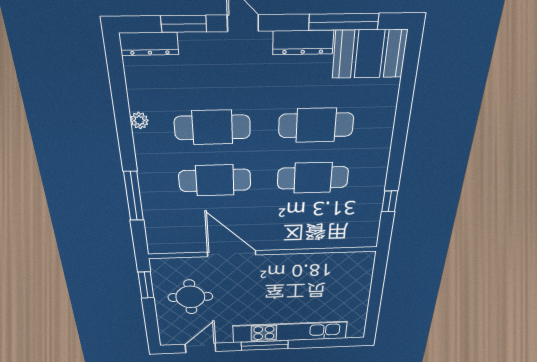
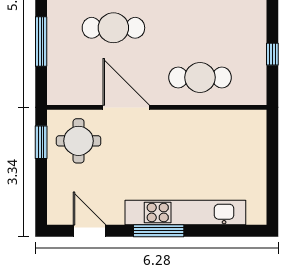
cafe table: (313, 178) -> (200, 77), moved
round table: (190, 297) -> (79, 141), moved
door: (200, 348) -> (90, 231), hinge flipped

